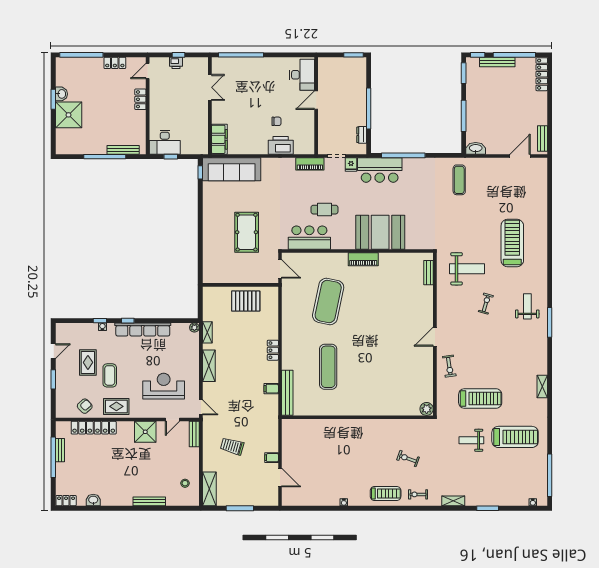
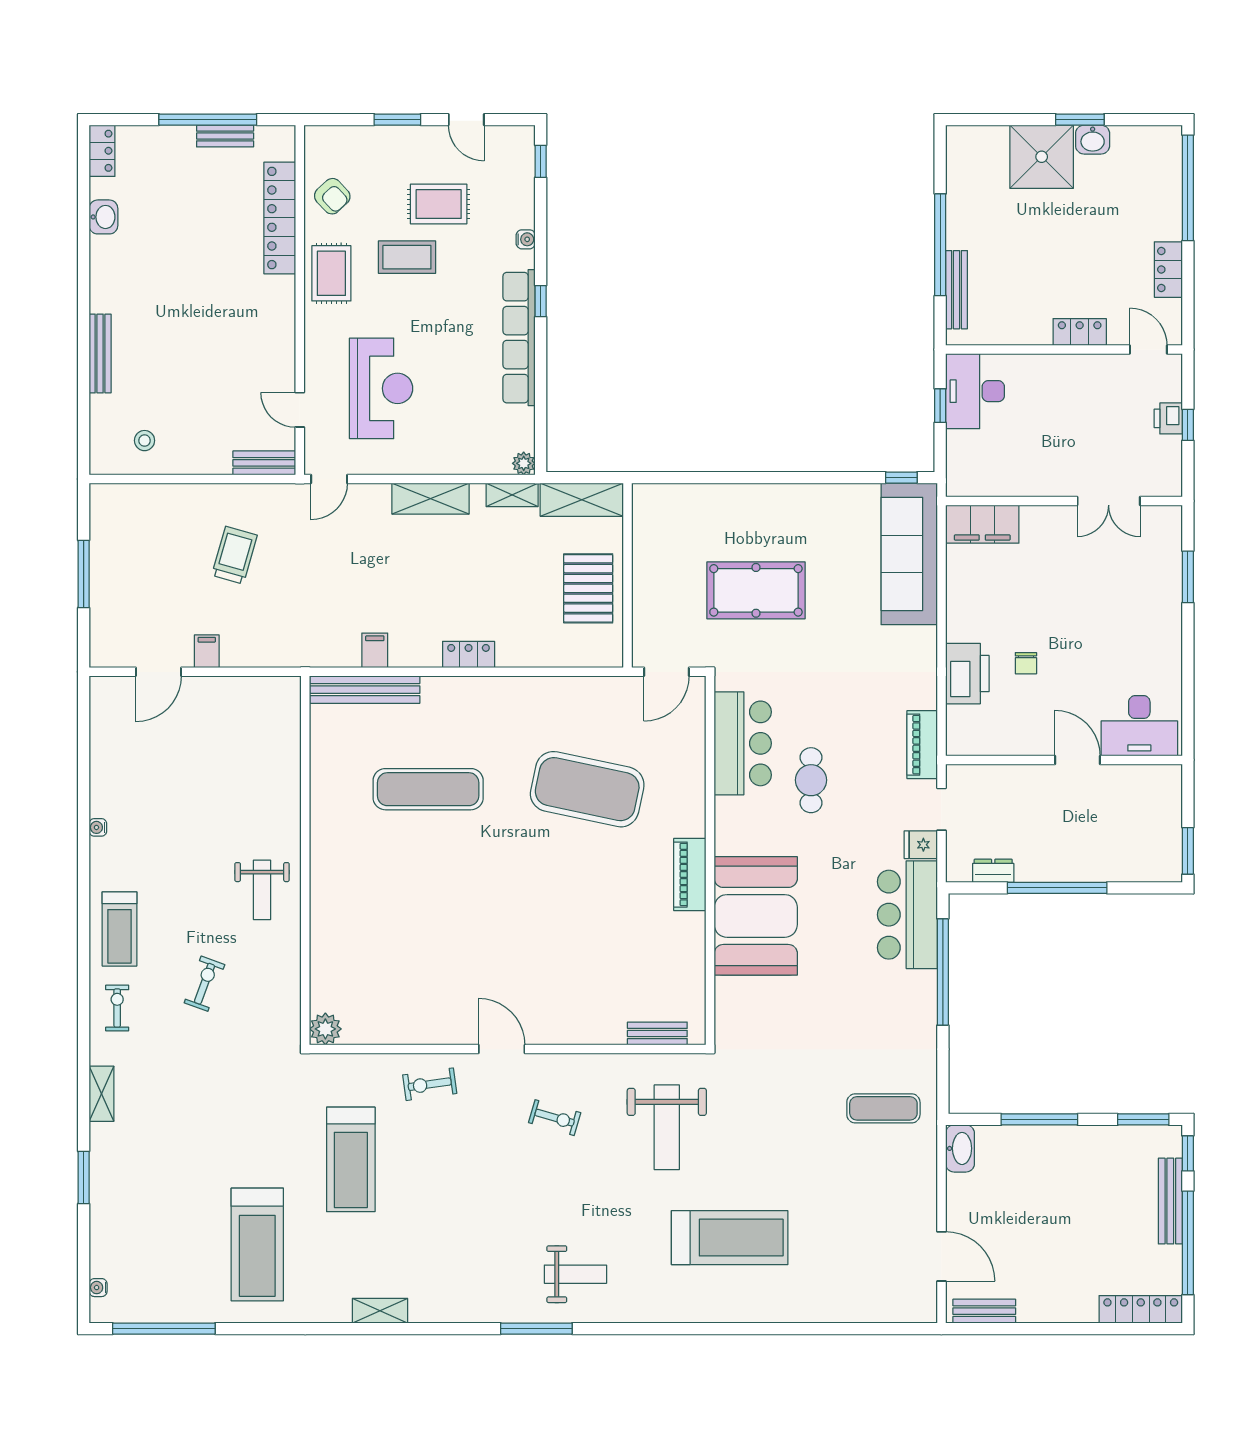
window: (241, 55) -> (1188, 577), width x0.47
exercise bike: (486, 304) -> (555, 1118), moved
window: (100, 321) -> (541, 161), moved
shower: (145, 432) -> (270, 344), removed
weight bench: (471, 440) -> (262, 890), moved, turned 180
shelving: (209, 489) -> (582, 500), moved

